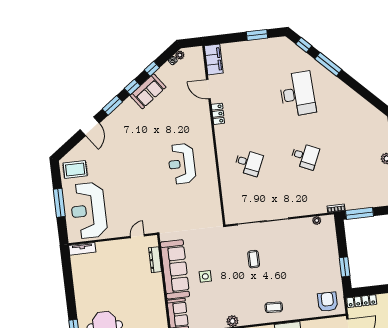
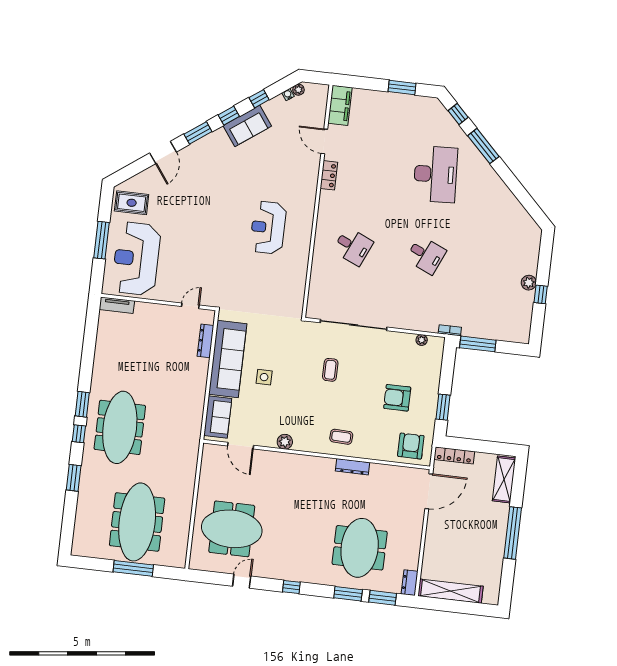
armchair: (309, 268) -> (397, 398), added

